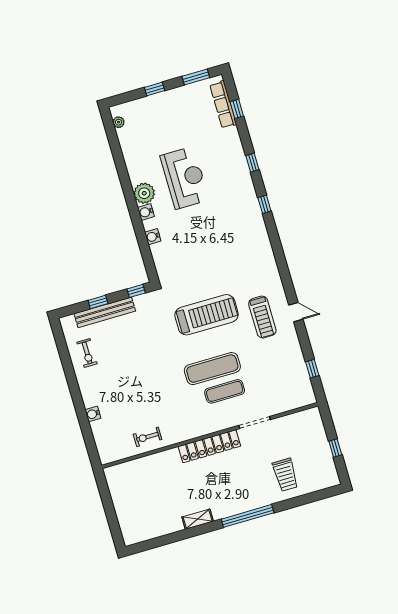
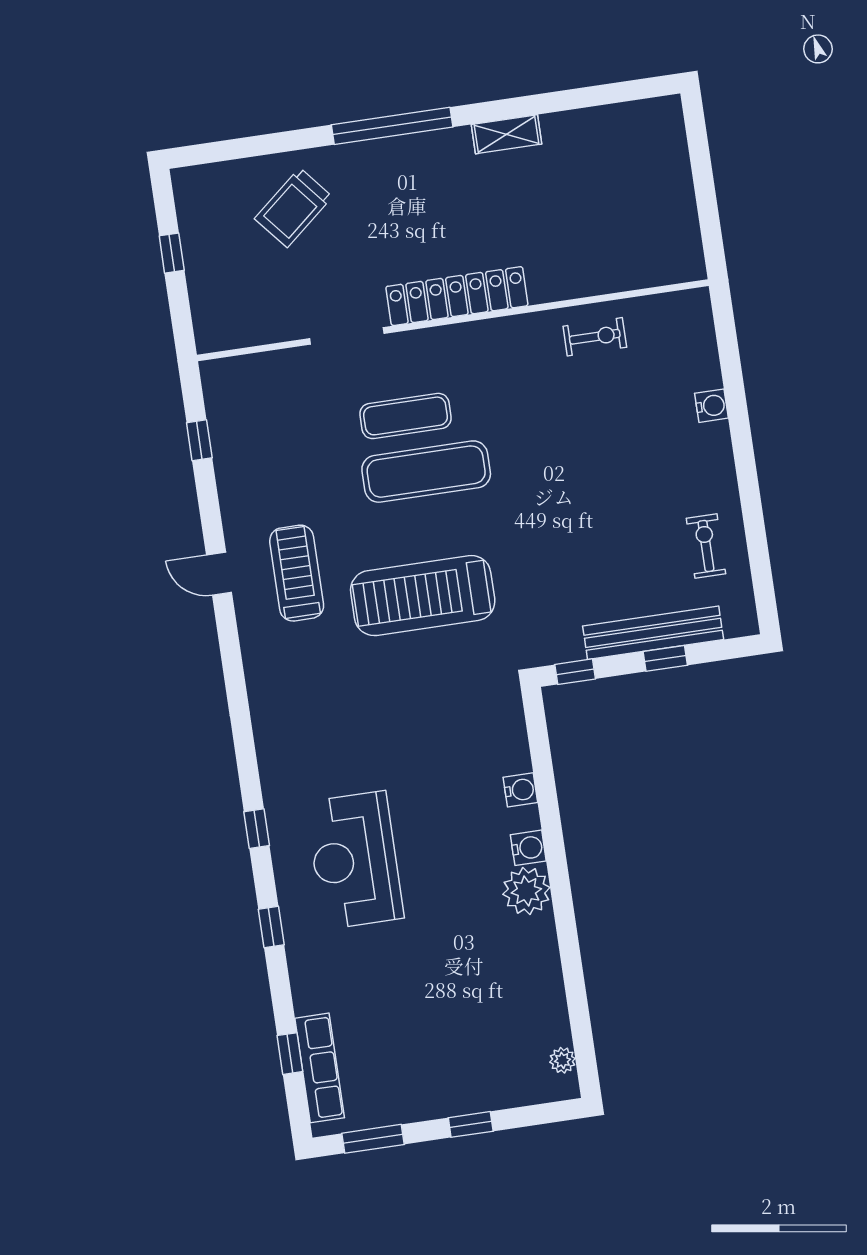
reception desk: (185, 178) -> (355, 860), moved
trolley: (285, 475) -> (293, 208), turned -130

